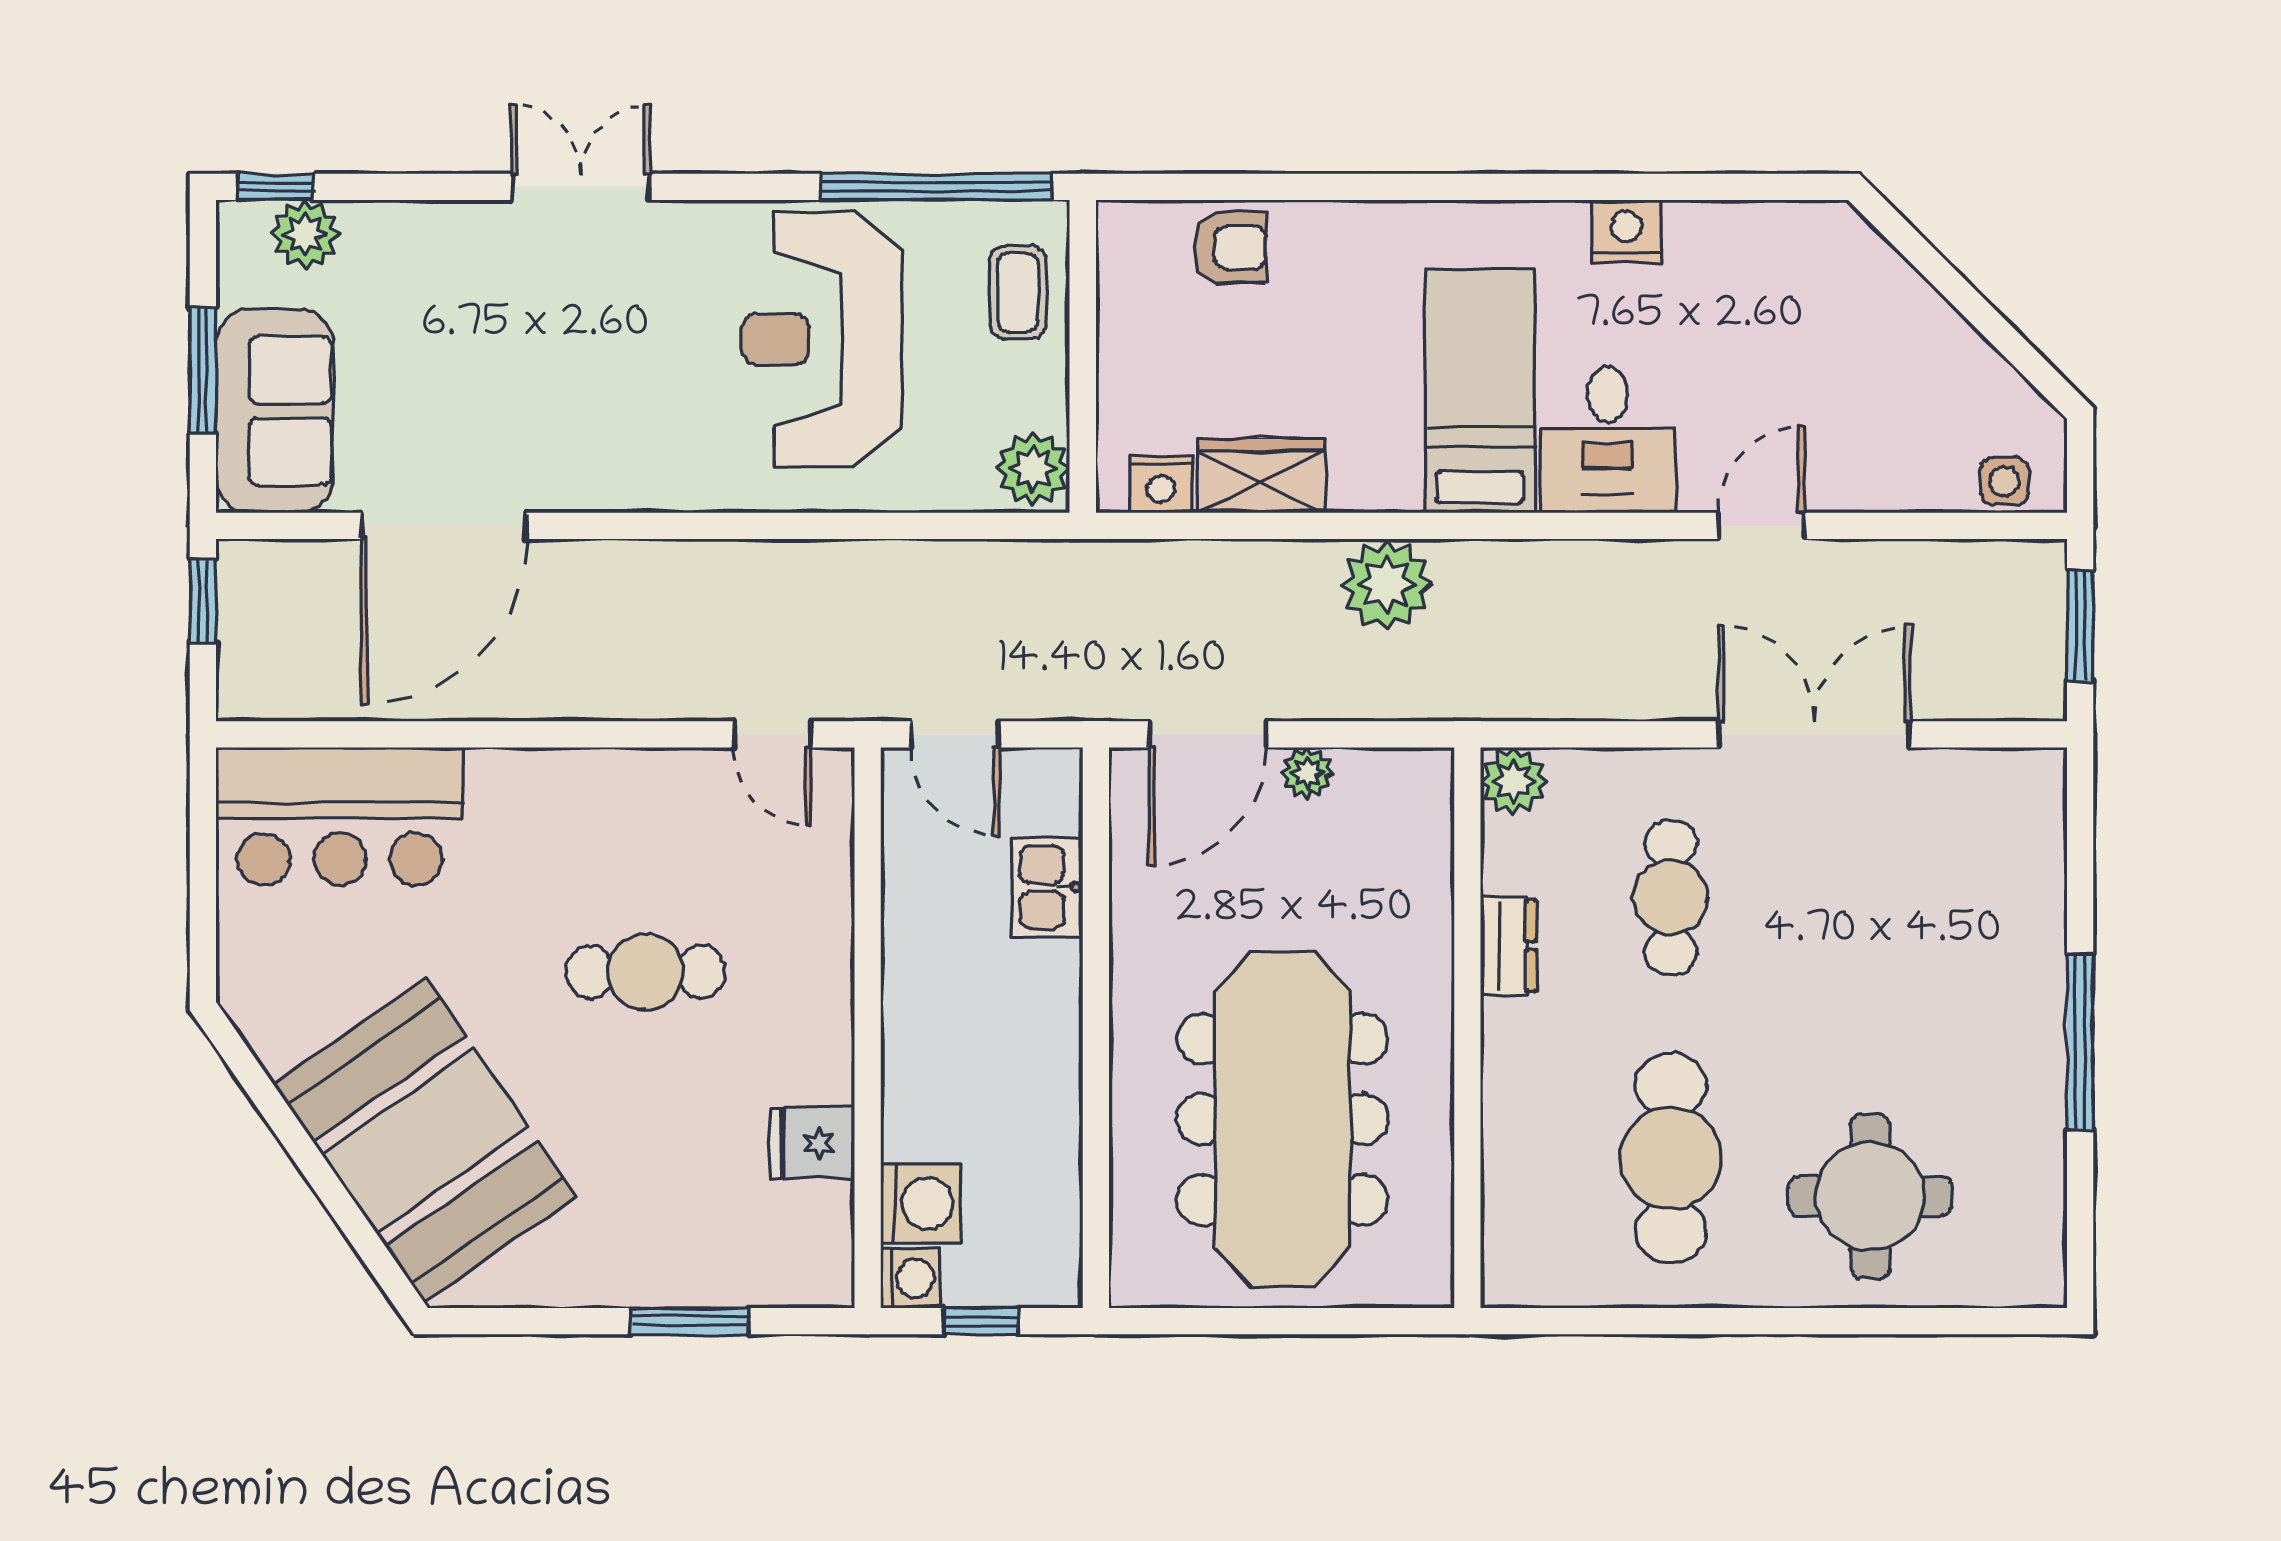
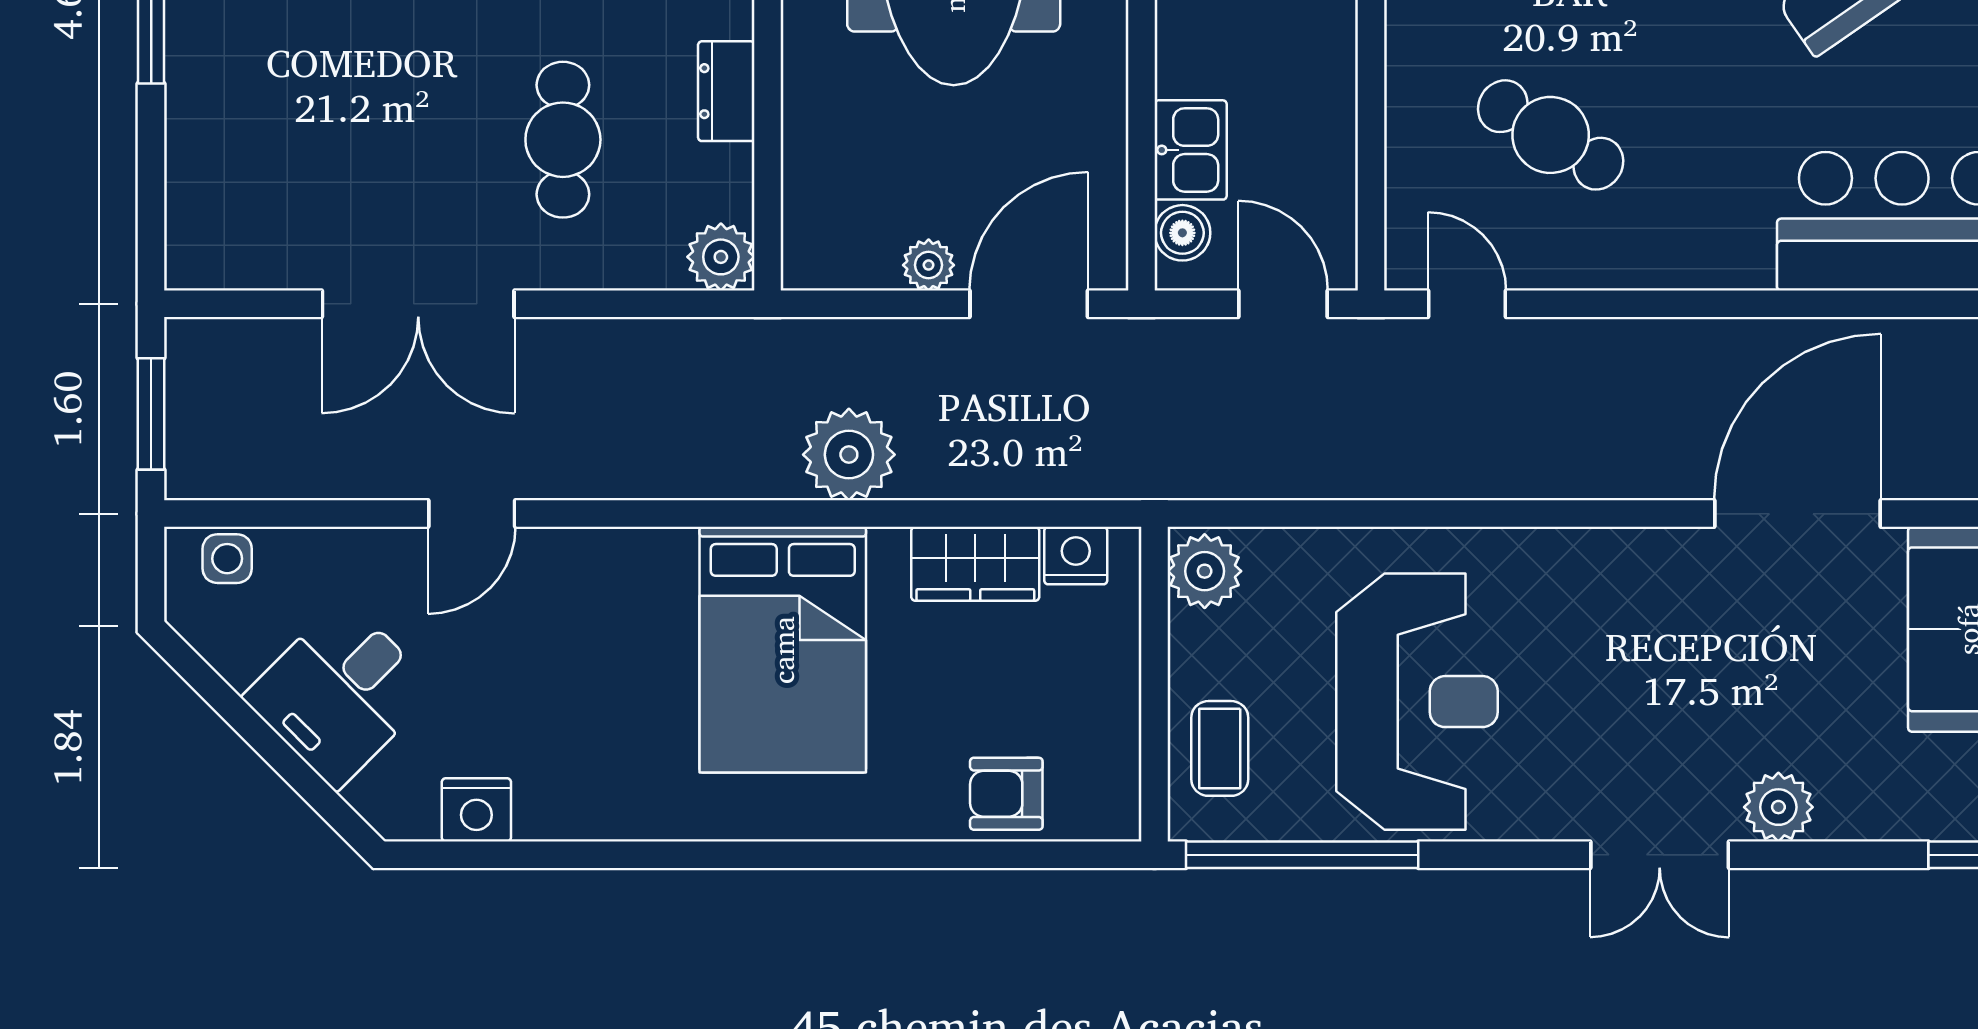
nightstand: (1627, 232) -> (476, 810), moved
plant: (305, 234) -> (1778, 807), moved
bed: (1480, 391) -> (783, 650), width x1.50
desk: (1608, 440) -> (340, 693), moved, turned -135
boiler: (1055, 805) -> (1182, 233), added
cafe table: (646, 972) -> (1551, 135), moved, turned 31

